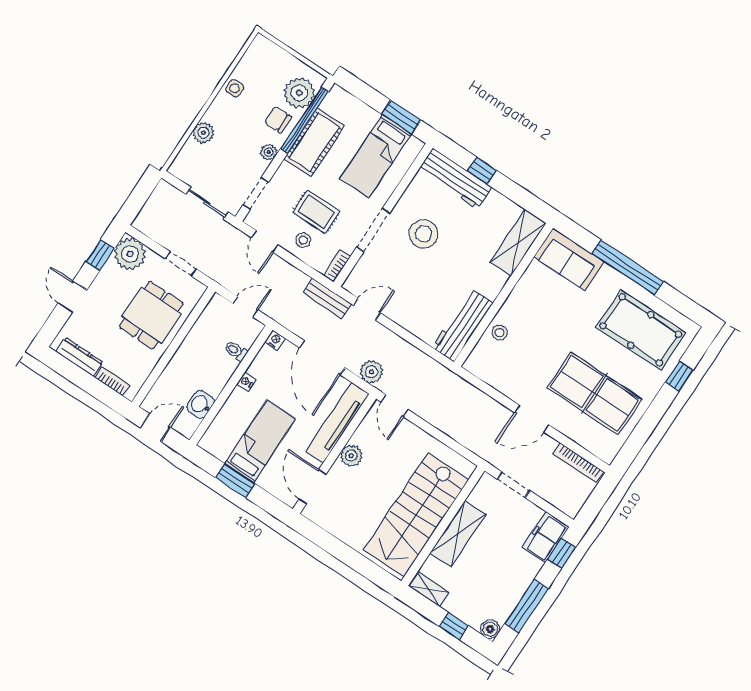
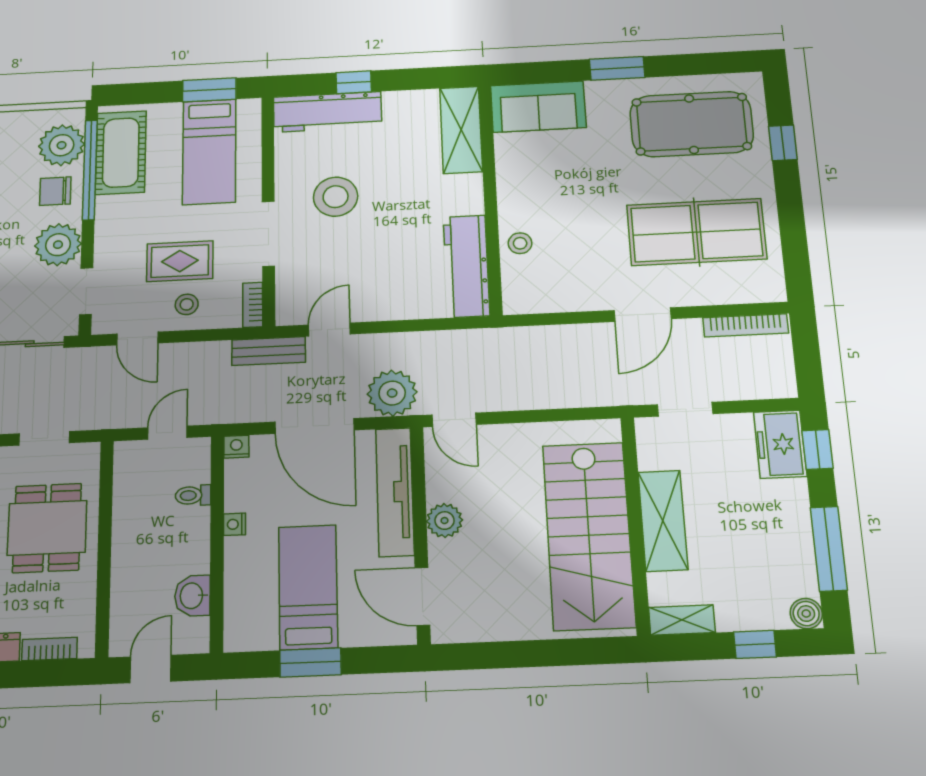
cot: (314, 142) -> (121, 153), moved
plant: (269, 152) -> (58, 245), width x1.87, depth x1.87
window: (628, 268) -> (617, 68), width x0.47
plant: (371, 372) -> (392, 393), width x1.36, depth x1.36

